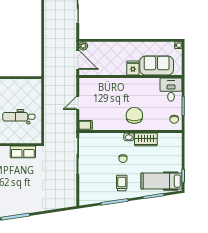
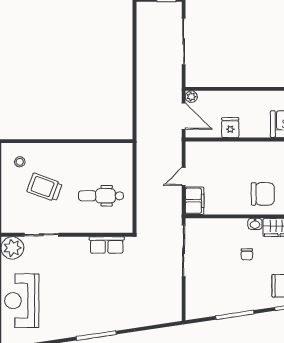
fridge: (133, 68) -> (230, 128), moved
chair: (134, 115) -> (263, 194), turned 90
filing cabinet: (86, 125) -> (195, 201), width x2.00
trolley: (122, 183) -> (245, 289), removed

